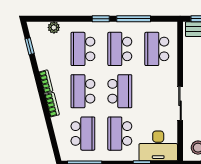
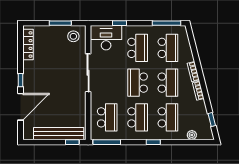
window: (134, 19) -> (107, 142), moved
sliding door: (180, 103) -> (88, 73), width x1.37
school desk: (83, 134) -> (168, 48), turned 180

